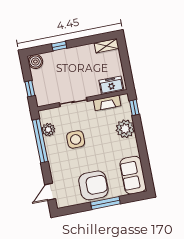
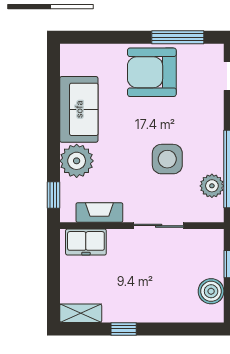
window: (59, 46) -> (124, 329), moved
boiler: (35, 62) -> (211, 291), moved
sofa: (133, 175) -> (79, 109), moved
window: (105, 203) -> (178, 37), moved

